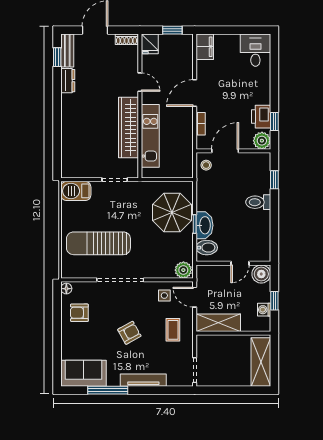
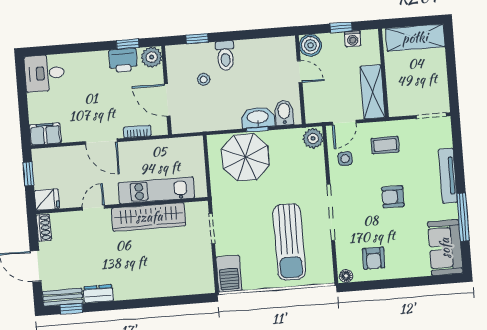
stool: (206, 165) -> (204, 79), moved
armchair: (129, 333) -> (393, 197), turned -61

